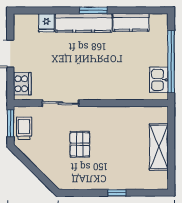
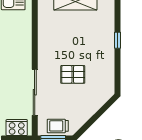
sliding door: (60, 103) -> (35, 92), width x1.37

